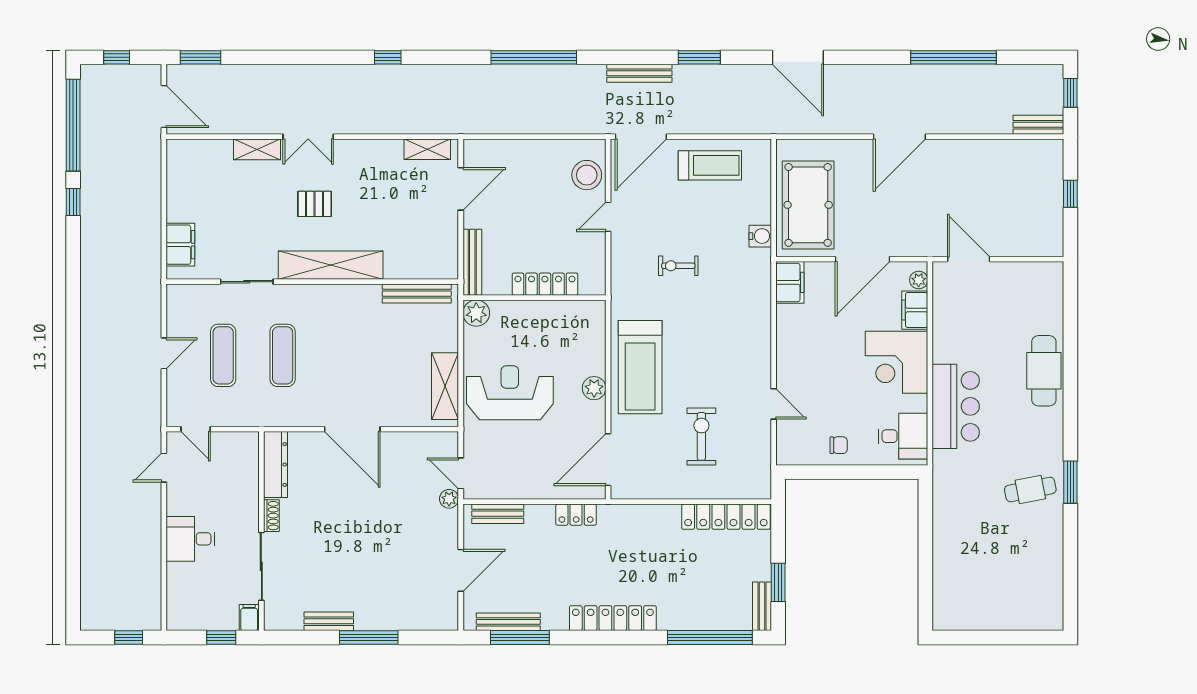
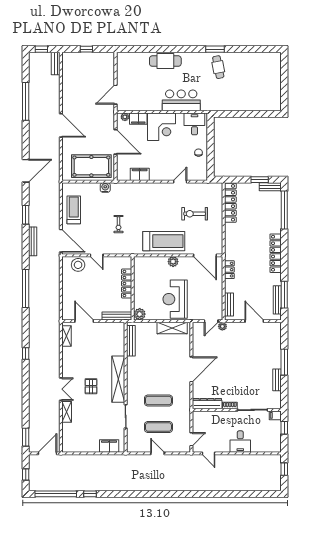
filing cabinet: (790, 282) -> (140, 174), moved

